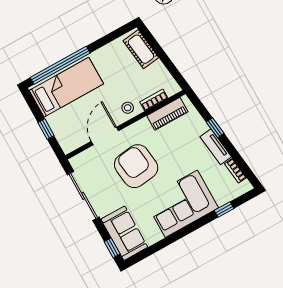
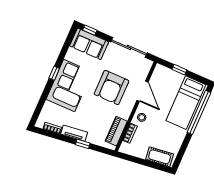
armchair: (136, 166) -> (112, 87), turned 97
window: (224, 210) -> (54, 73), moved

